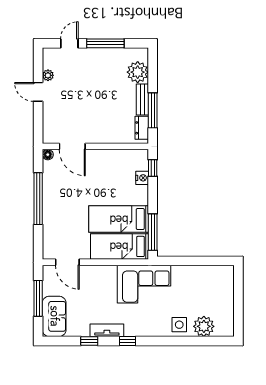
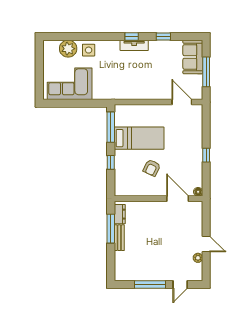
plant: (138, 72) -> (123, 260), removed
window: (153, 168) -> (111, 162), moved
nightstand: (142, 178) -> (120, 172), removed
armchair: (103, 183) -> (152, 168), added
window: (38, 199) -> (206, 155), width x0.32
bed: (119, 246) -> (138, 115), removed
corner sofa: (144, 284) -> (70, 84), moved
tv unit: (107, 330) -> (134, 45), moved

